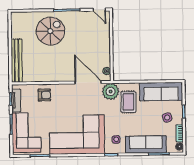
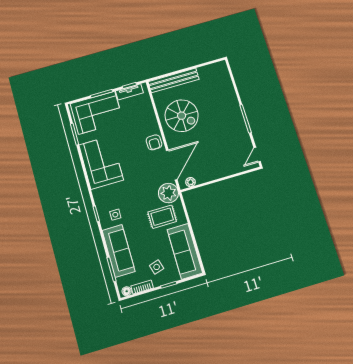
spiral stairs: (50, 31) -> (182, 116), moved
armchair: (44, 95) -> (154, 142), moved
corner sofa: (77, 135) -> (101, 162), width x0.73, depth x0.74

